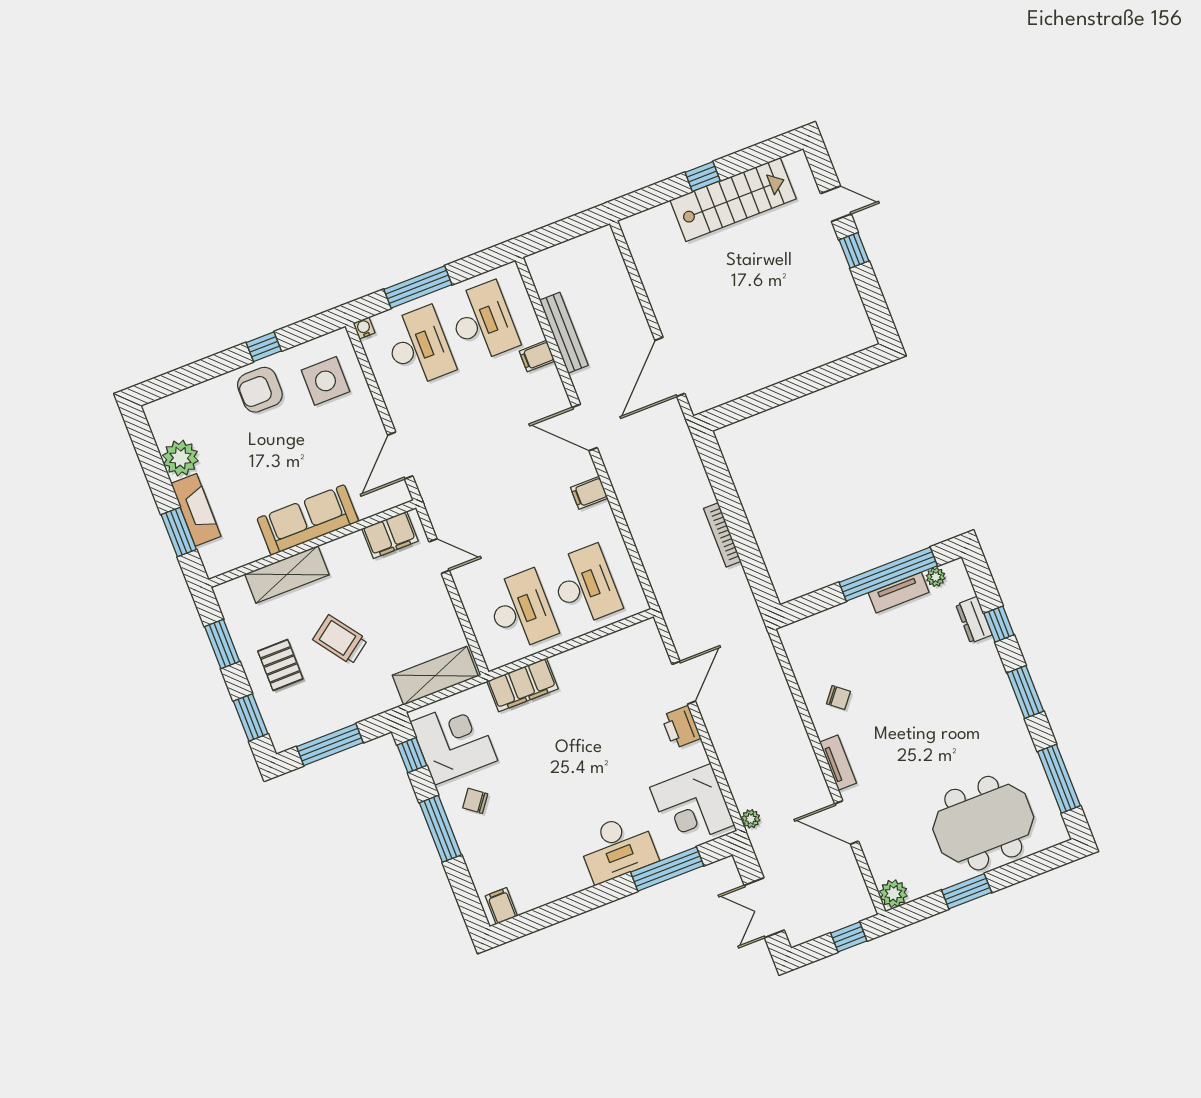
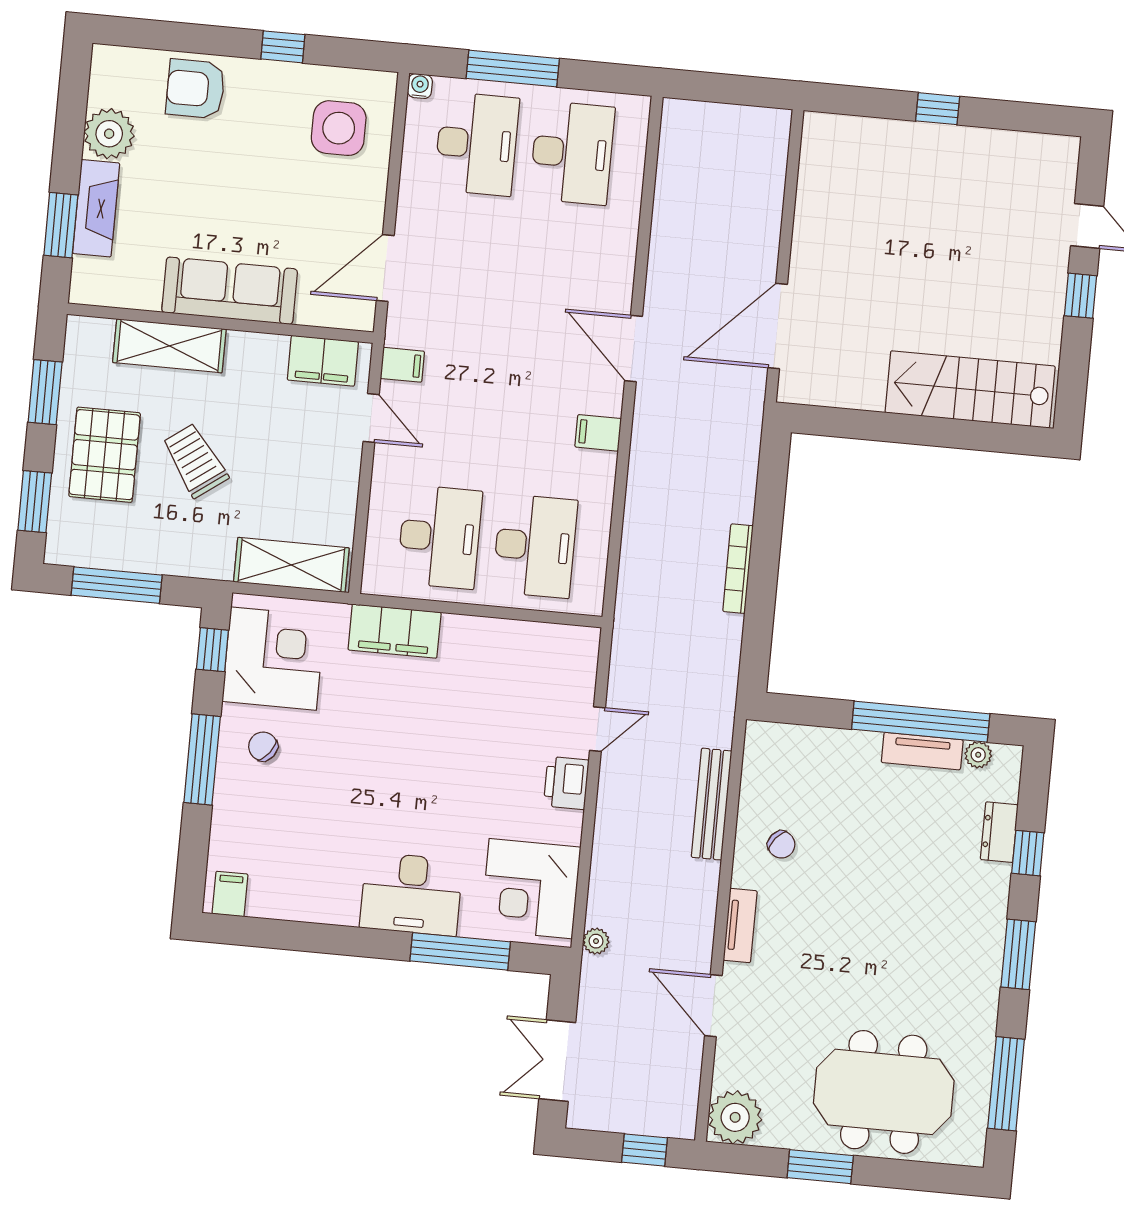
stairs: (733, 200) -> (970, 389), moved, turned 180
bench: (564, 333) -> (712, 804), moved
filing cabinet: (537, 356) -> (402, 365), moved, turned 180
armchair: (260, 390) -> (195, 89), moved
pallet: (280, 665) -> (105, 455), width x1.50, depth x1.42
door: (684, 683) -> (597, 729), width x0.73
plant: (893, 894) -> (735, 1117), width x1.36, depth x1.36

